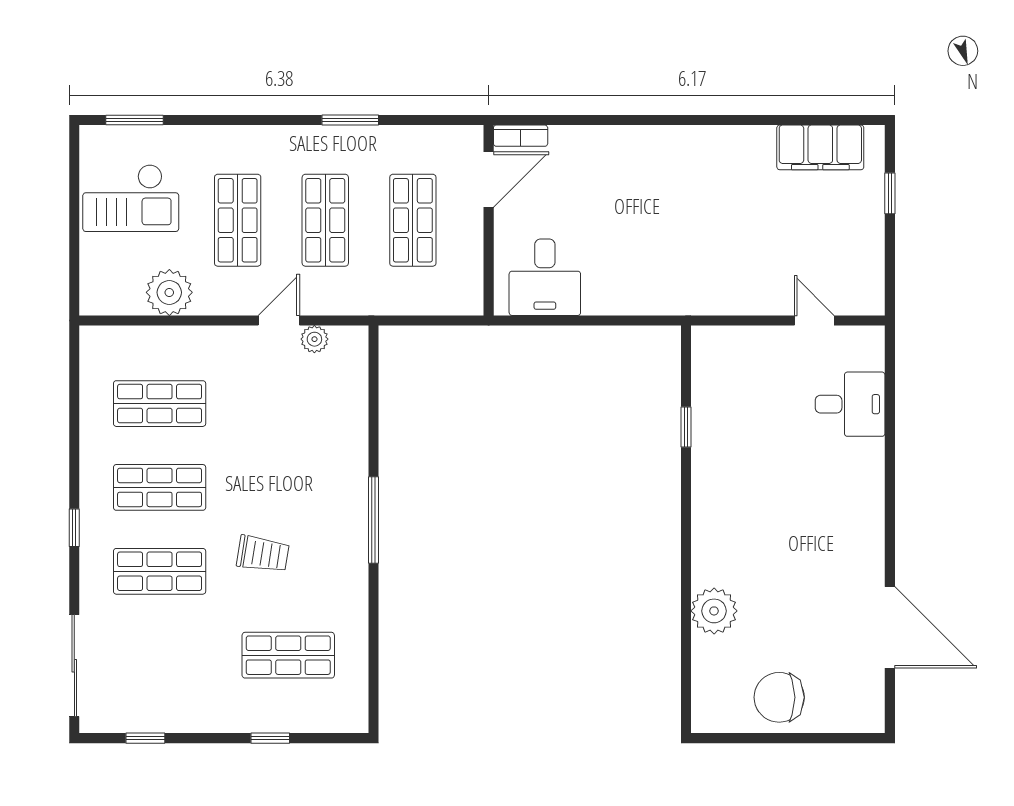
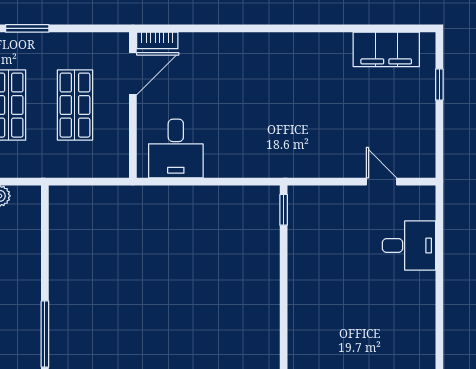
window: (686, 427) -> (284, 210), moved

